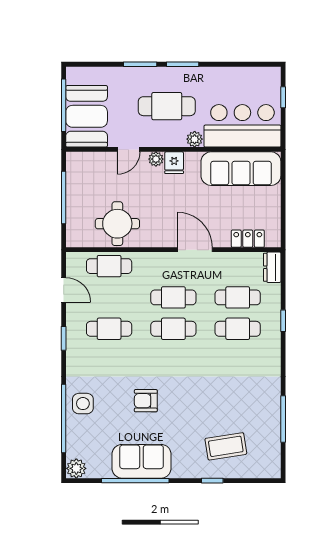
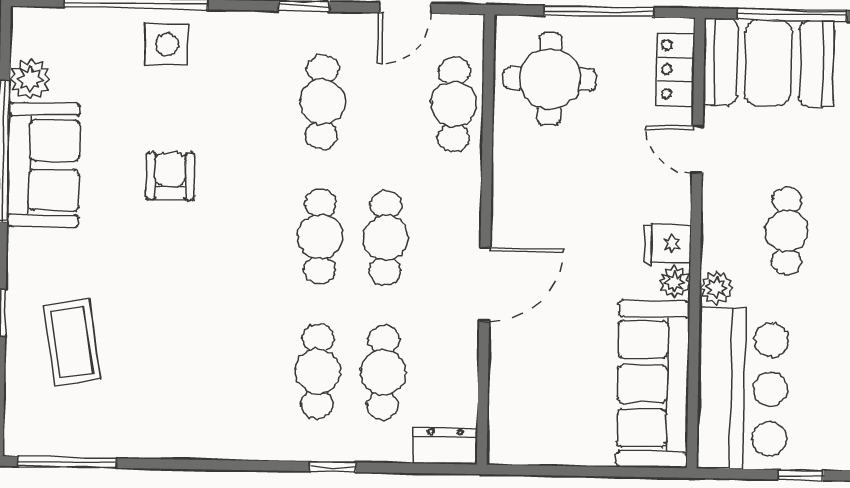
cafe table: (167, 106) -> (787, 231), width x0.73, depth x0.74
plant: (156, 159) -> (675, 282), moved
round table: (117, 224) -> (550, 79), moved
locker: (248, 239) -> (676, 69), moved, turned 180
window: (283, 419) -> (67, 462), moved
plant: (76, 468) -> (30, 79), moved

